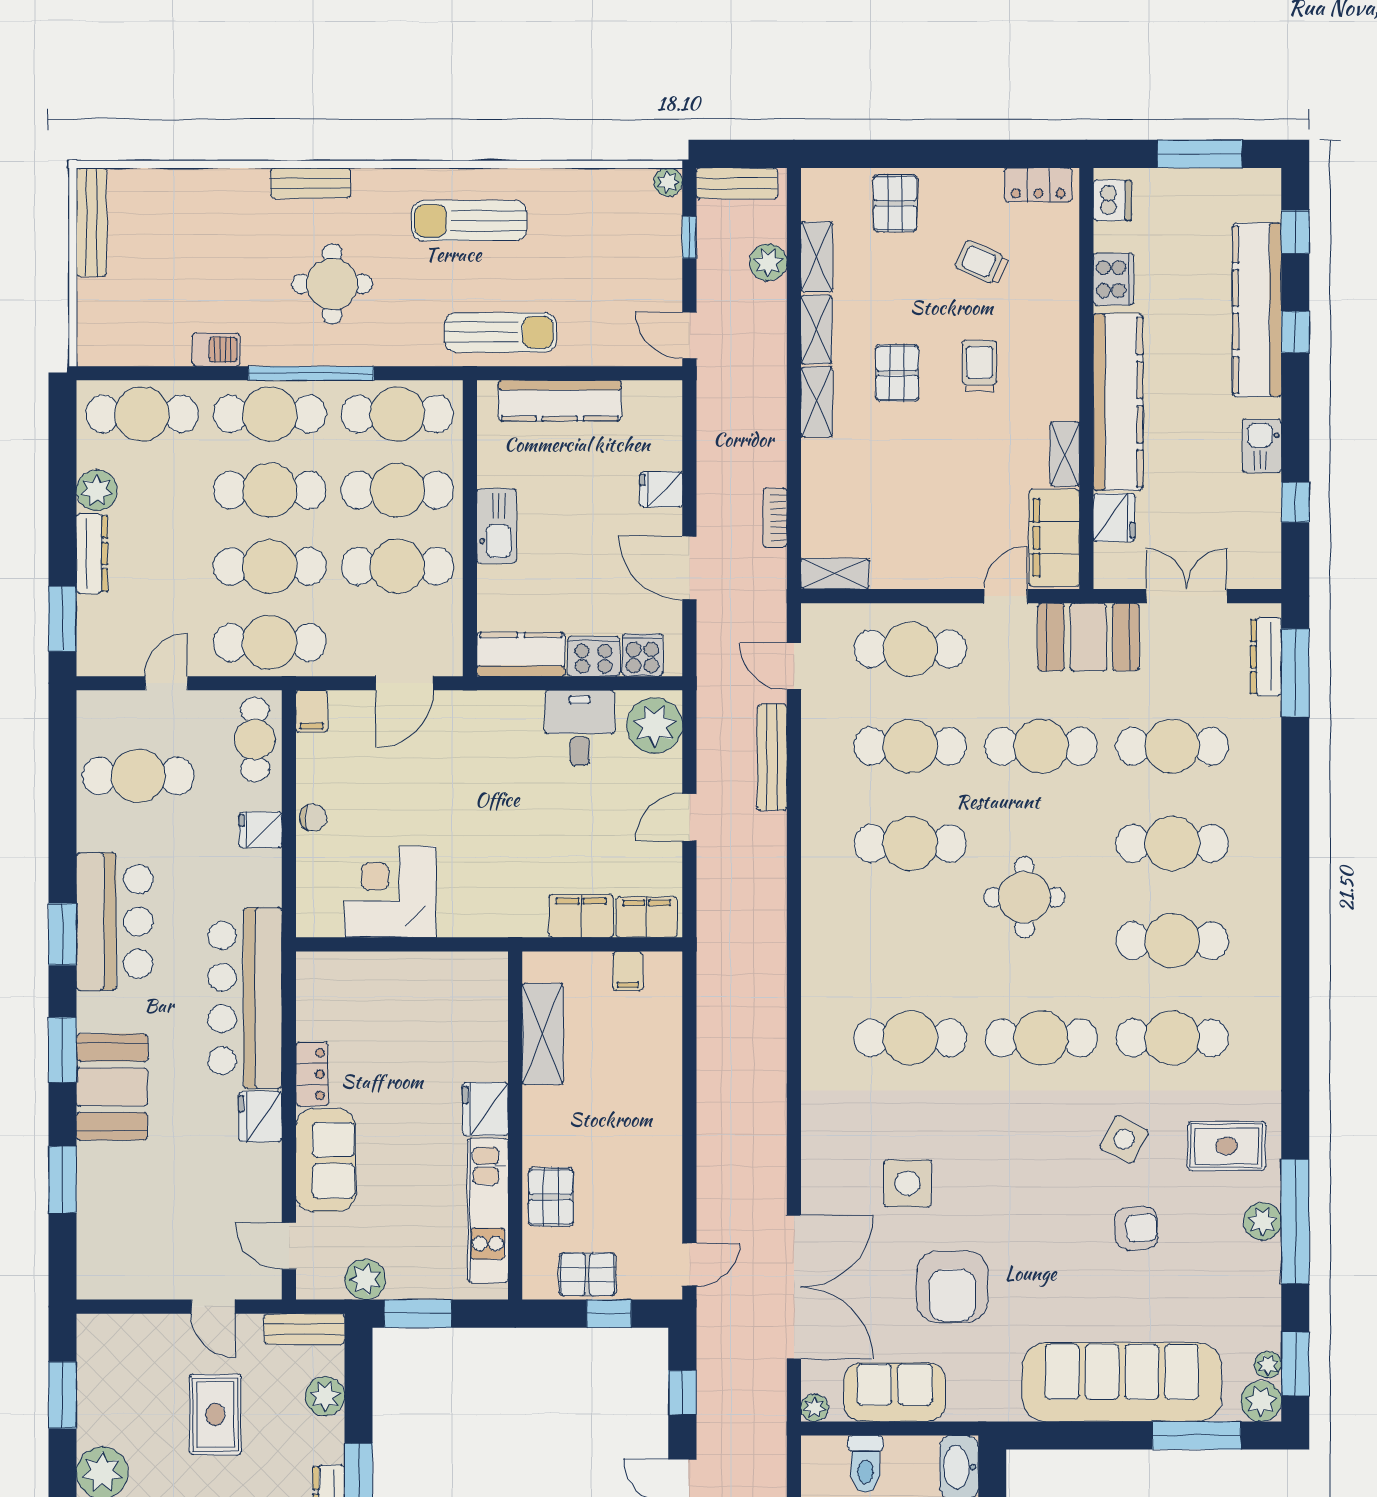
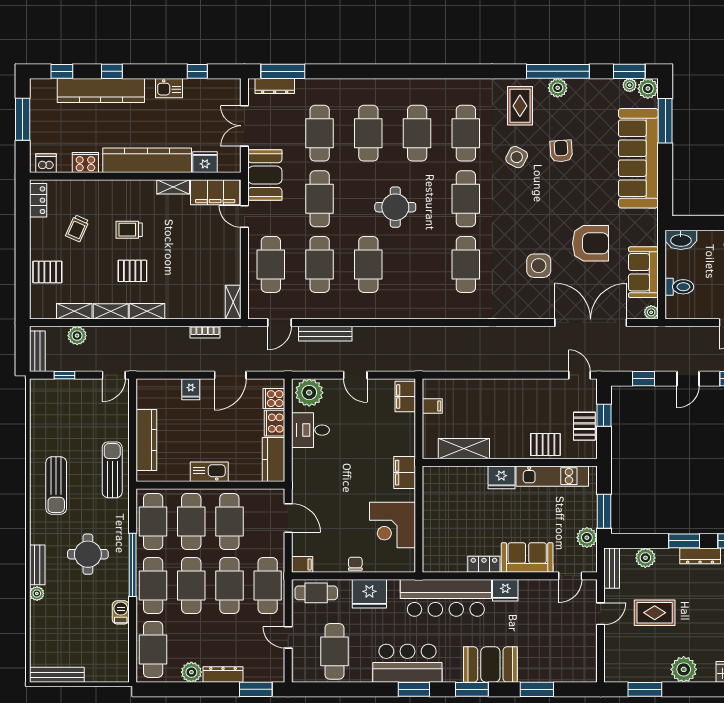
plant: (668, 182) -> (37, 593), moved
fridge: (260, 830) -> (369, 594), width x1.88, depth x1.34
filing cabinet: (581, 916) -> (405, 473), moved

